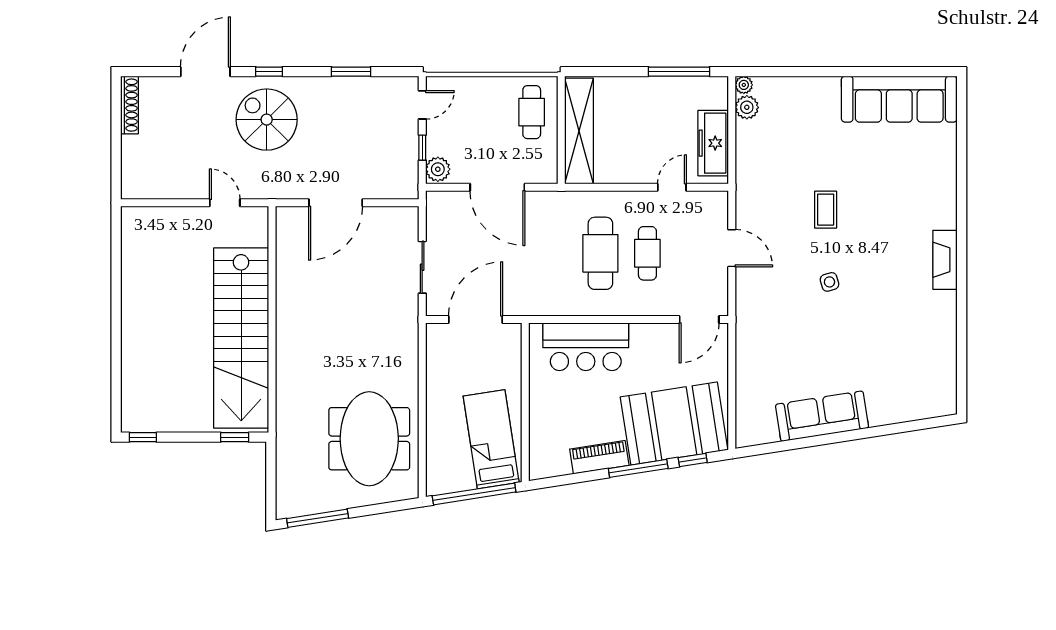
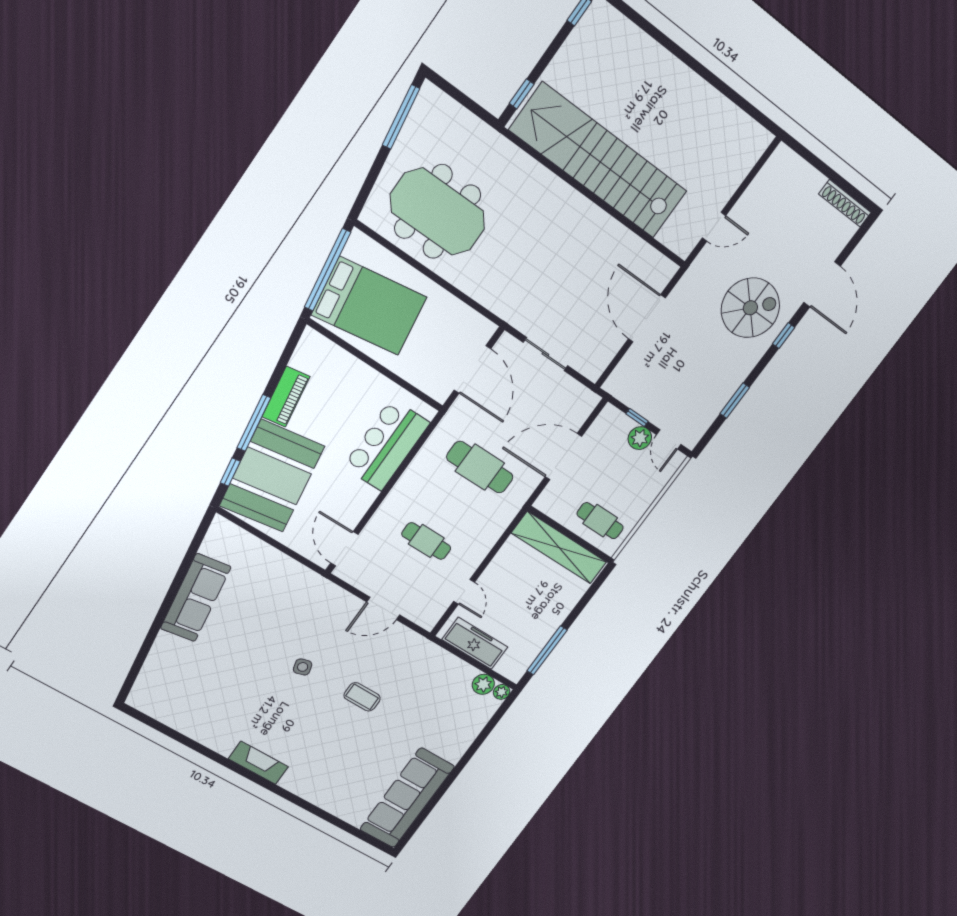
plant: (438, 169) -> (640, 438), moved
cafe table: (600, 253) -> (480, 467), moved
bed: (491, 439) -> (369, 306), width x1.50

